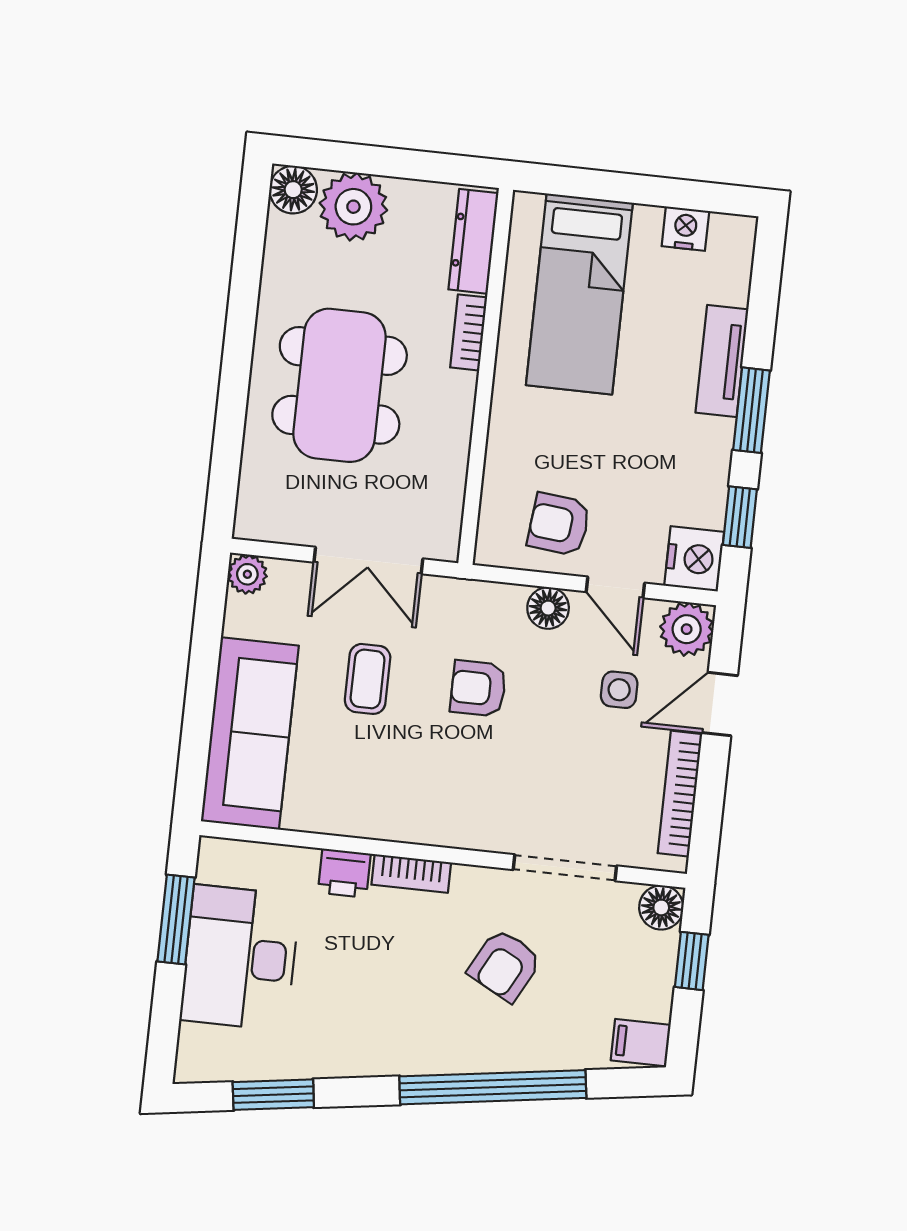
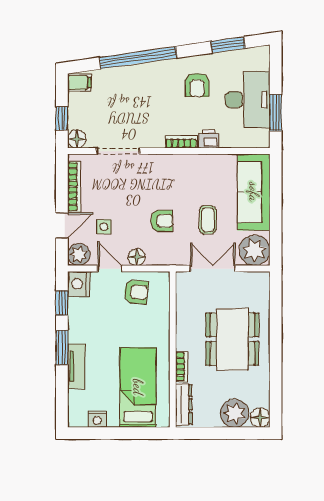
plant: (247, 574) -> (255, 250), width x1.88, depth x1.88
armchair: (505, 965) -> (197, 85), moved, turned 152

